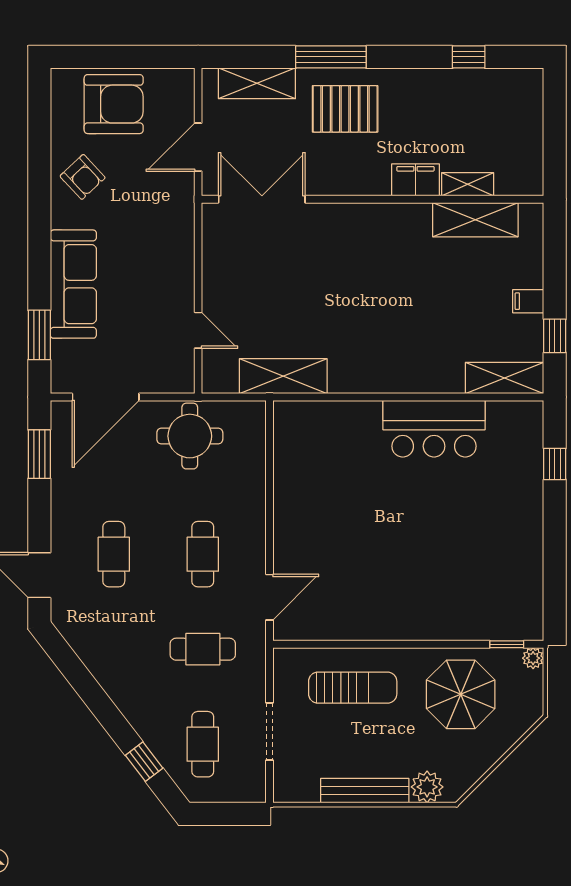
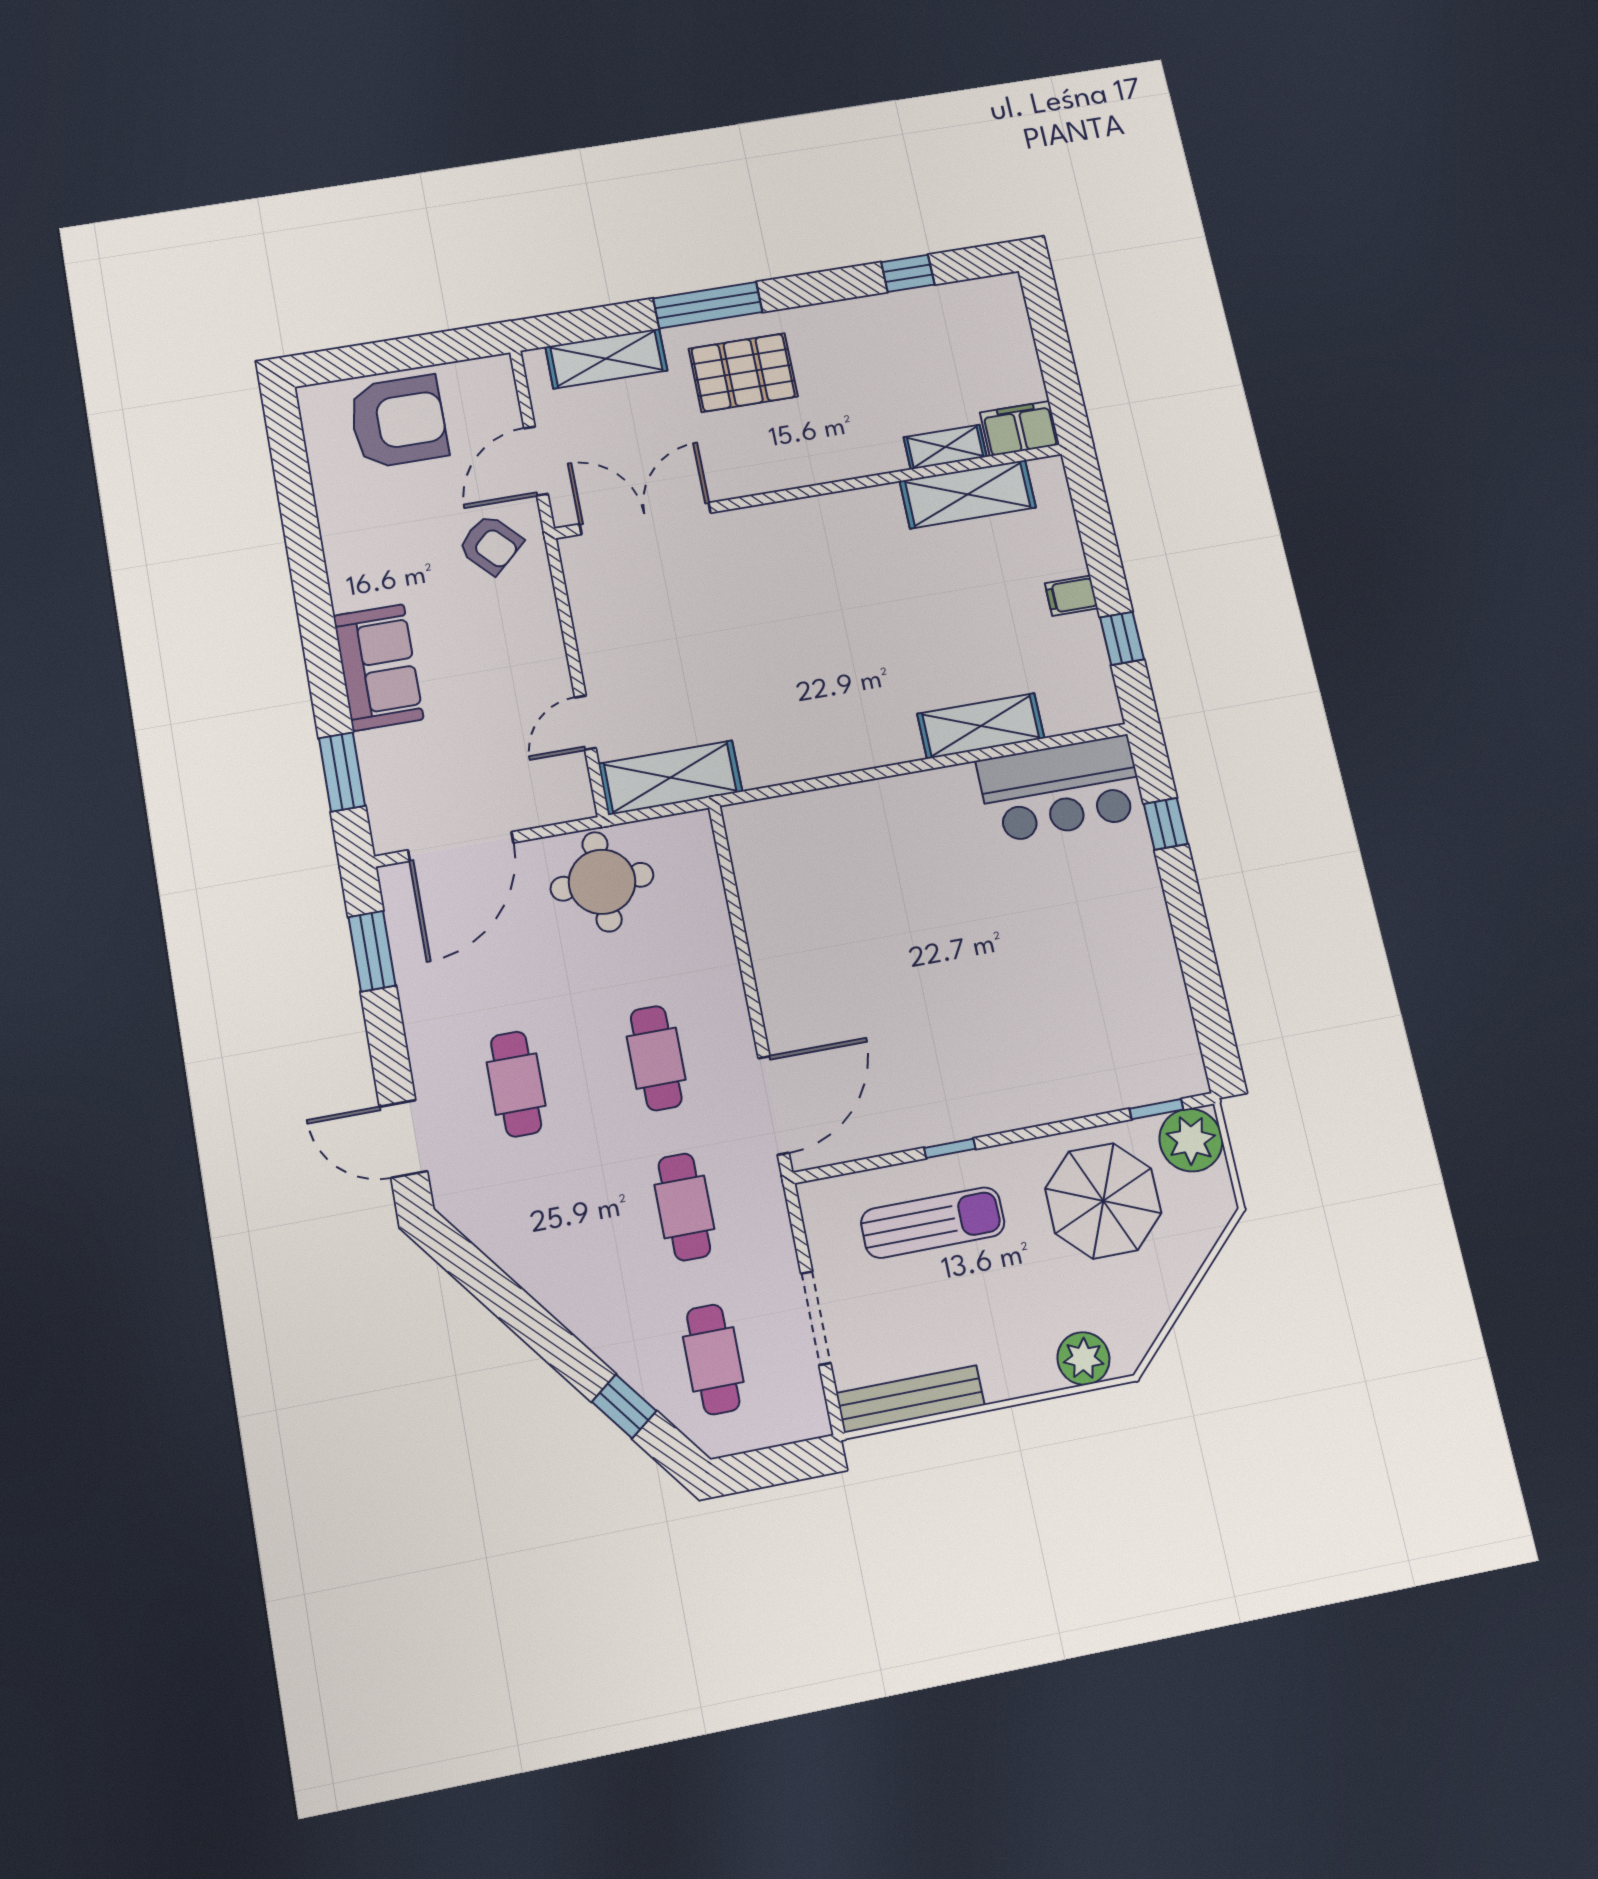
armchair: (83, 177) -> (490, 544), moved
filing cabinet: (415, 180) -> (1020, 429), moved
sofa: (73, 284) -> (378, 667), width x0.73
door: (198, 330) -> (585, 723), swing flipped
shelving: (283, 376) -> (670, 778), moved
shelving: (505, 378) -> (981, 726), moved
bar counter: (434, 429) -> (1061, 789), moved
door: (270, 597) -> (774, 1105), width x1.36
window: (373, 644) -> (950, 1148), added
cafe table: (203, 649) -> (684, 1207), turned 90
plant: (533, 658) -> (1191, 1140), width x1.87, depth x1.87
bench: (365, 791) -> (910, 1399), moved

